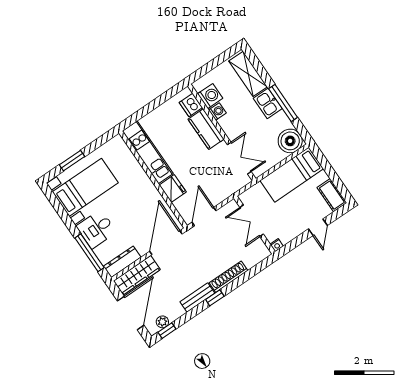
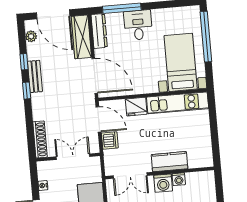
washing machine: (210, 96) -> (163, 183), moved
dishwasher: (191, 105) -> (110, 140), moved, turned 90
window: (72, 161) -> (206, 37), width x2.11
bed with nightstands: (85, 187) -> (181, 62), moved, turned 180
nightstand: (277, 245) -> (43, 186), moved
shoe rack: (229, 277) -> (40, 139), moved
window: (167, 331) -> (24, 62), moved

